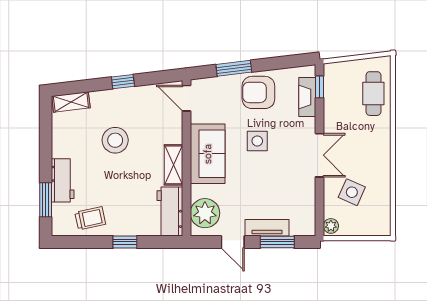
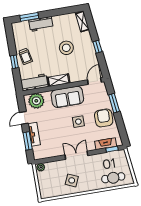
double door: (320, 155) -> (76, 155), swing flipped
side table: (352, 192) -> (72, 180), moved
trolley: (90, 218) -> (25, 56), moved

